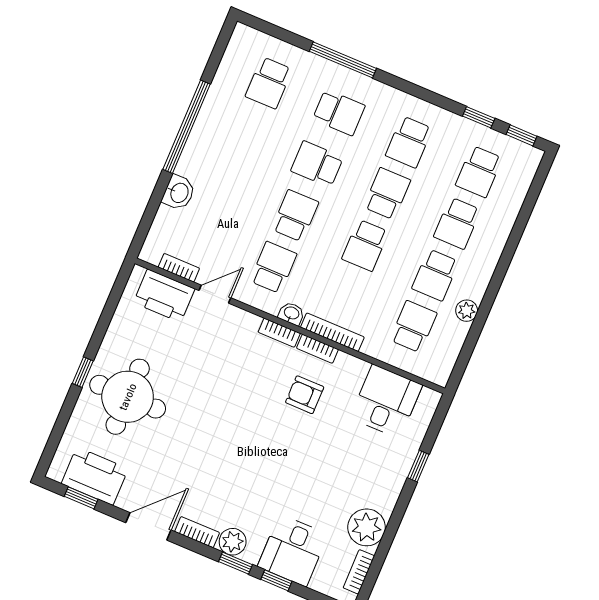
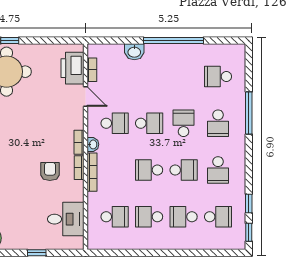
school desk: (409, 142) -> (218, 170), turned -90
school desk: (479, 172) -> (218, 217), turned 180
plant: (467, 311) -> (136, 243), removed

